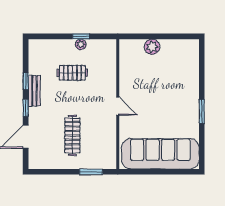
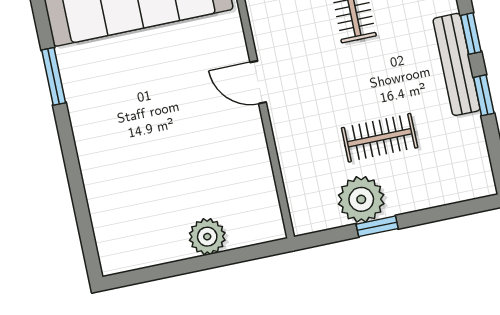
plant: (81, 44) -> (361, 199), width x1.88, depth x1.88
bench: (34, 91) -> (456, 64), width x1.36
window: (202, 111) -> (54, 76), moved

